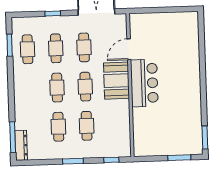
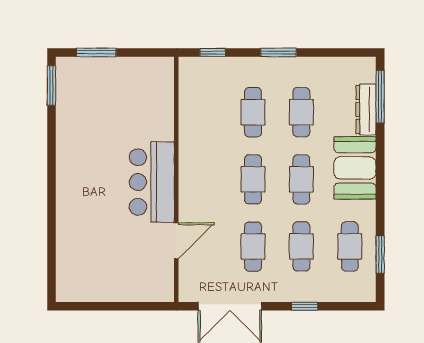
booth: (116, 81) -> (355, 168), moved
dresser: (21, 145) -> (366, 109), moved

